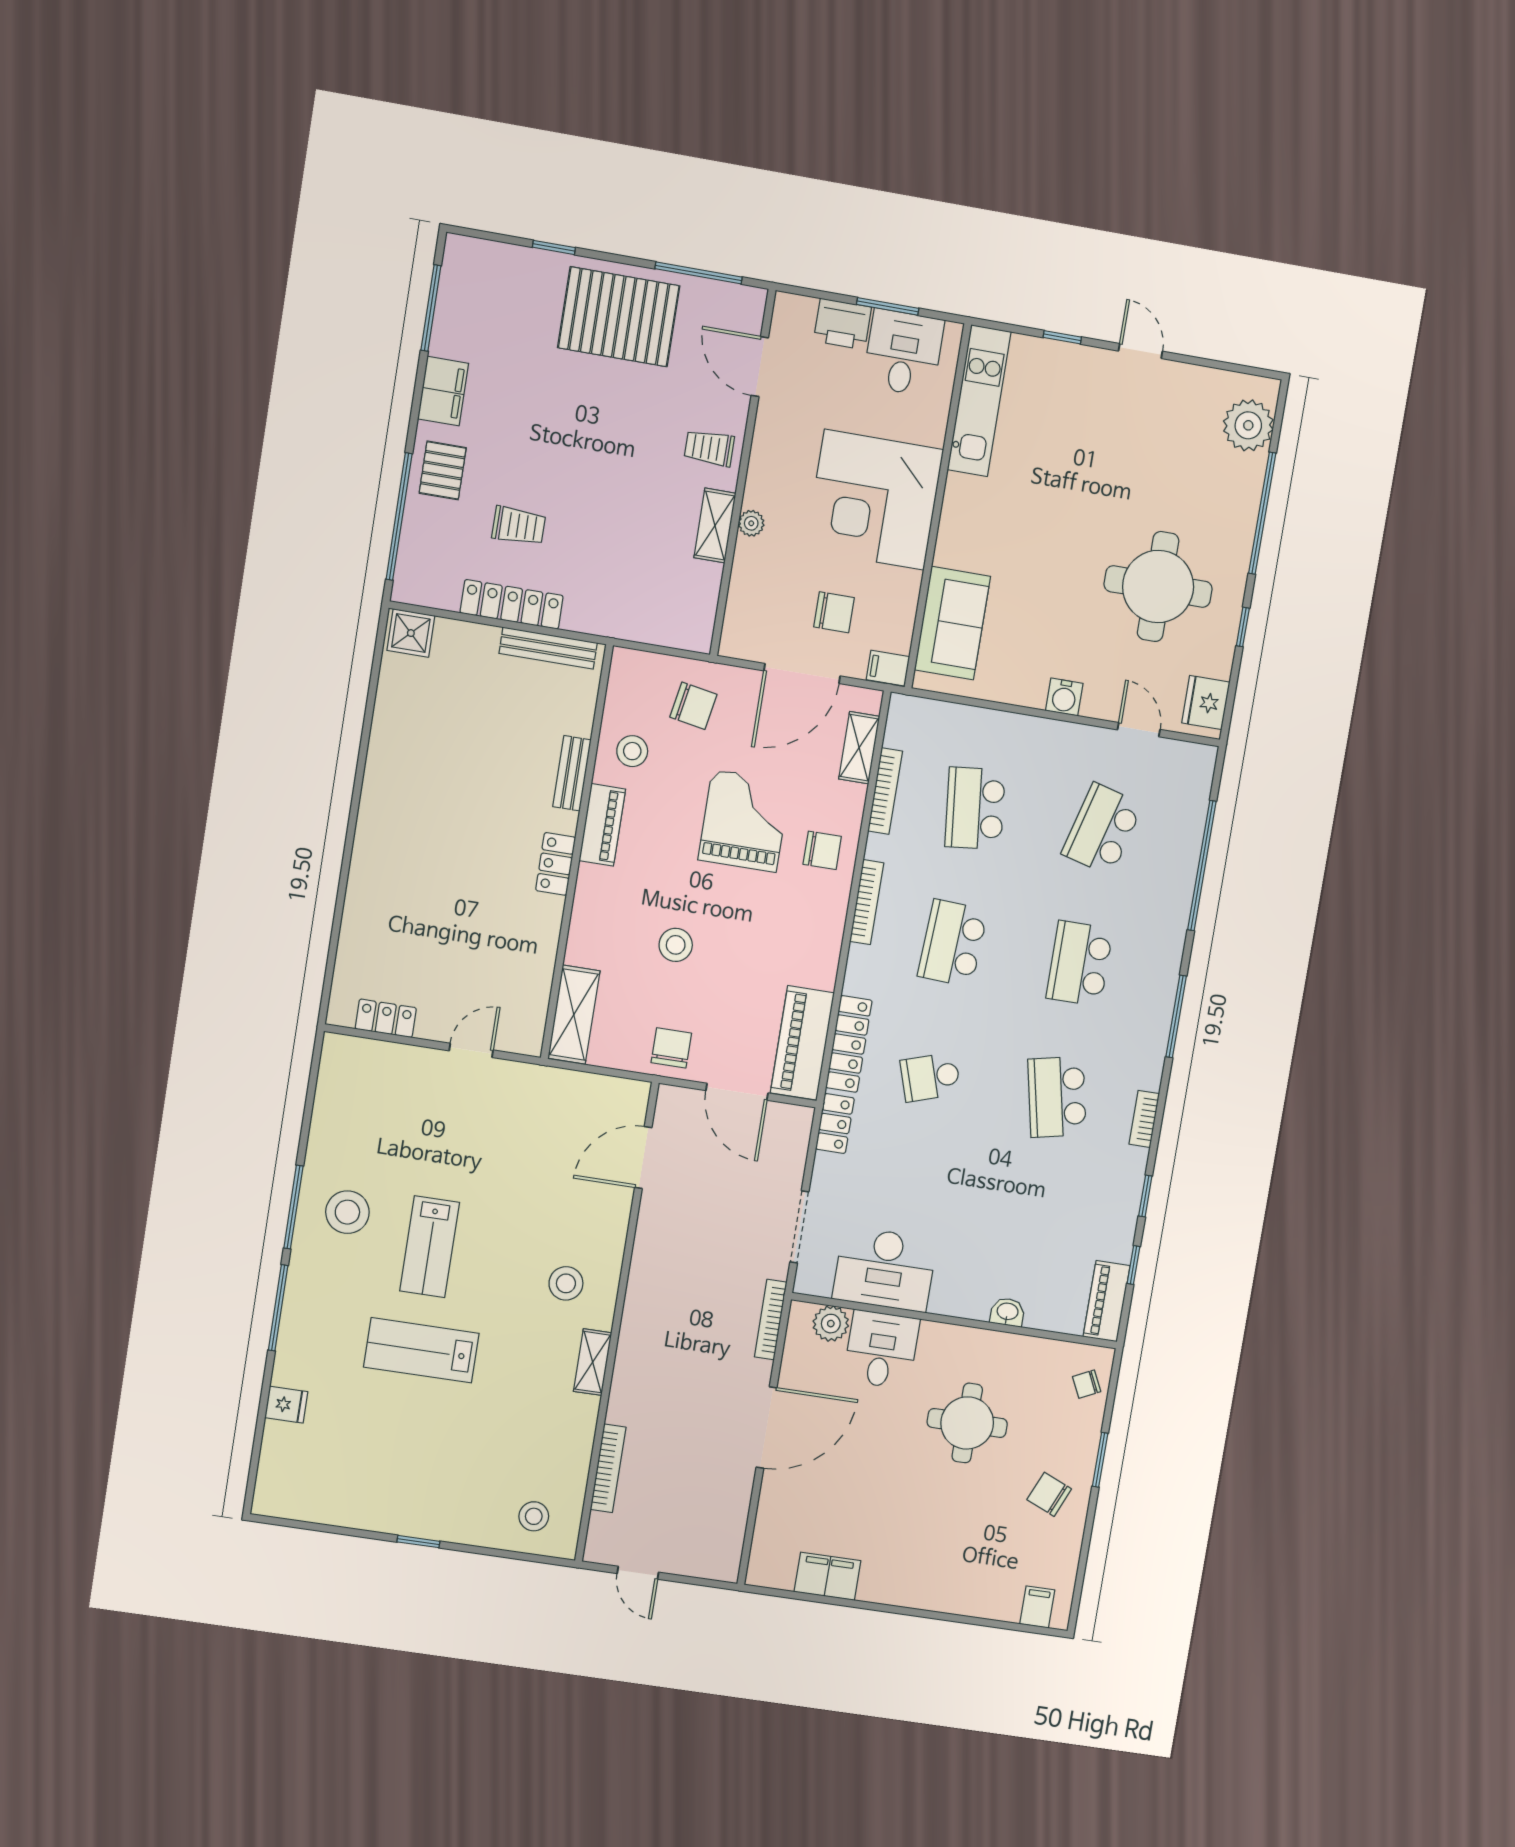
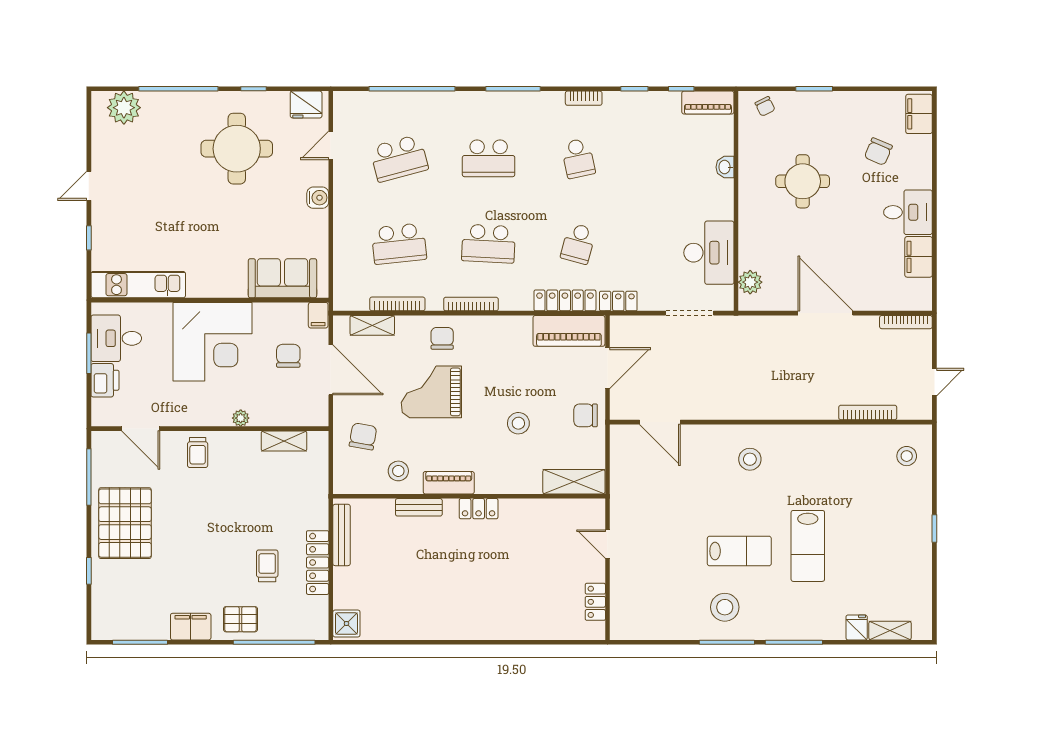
door: (760, 367) -> (141, 429), hinge flipped
shelving: (715, 526) -> (284, 441), moved
school desk: (1102, 829) -> (399, 158), turned -30
school desk: (930, 1077) -> (578, 244), turned 33
school desk: (1057, 1097) -> (578, 158), width x0.54
bookcase: (771, 1320) -> (906, 322), moved
desk: (881, 1350) -> (908, 212), moved, turned 180
shelving: (593, 1362) -> (890, 631), moved
chair: (1049, 1494) -> (878, 152), moved
filing cabinet: (1037, 1607) -> (919, 114), width x2.00

